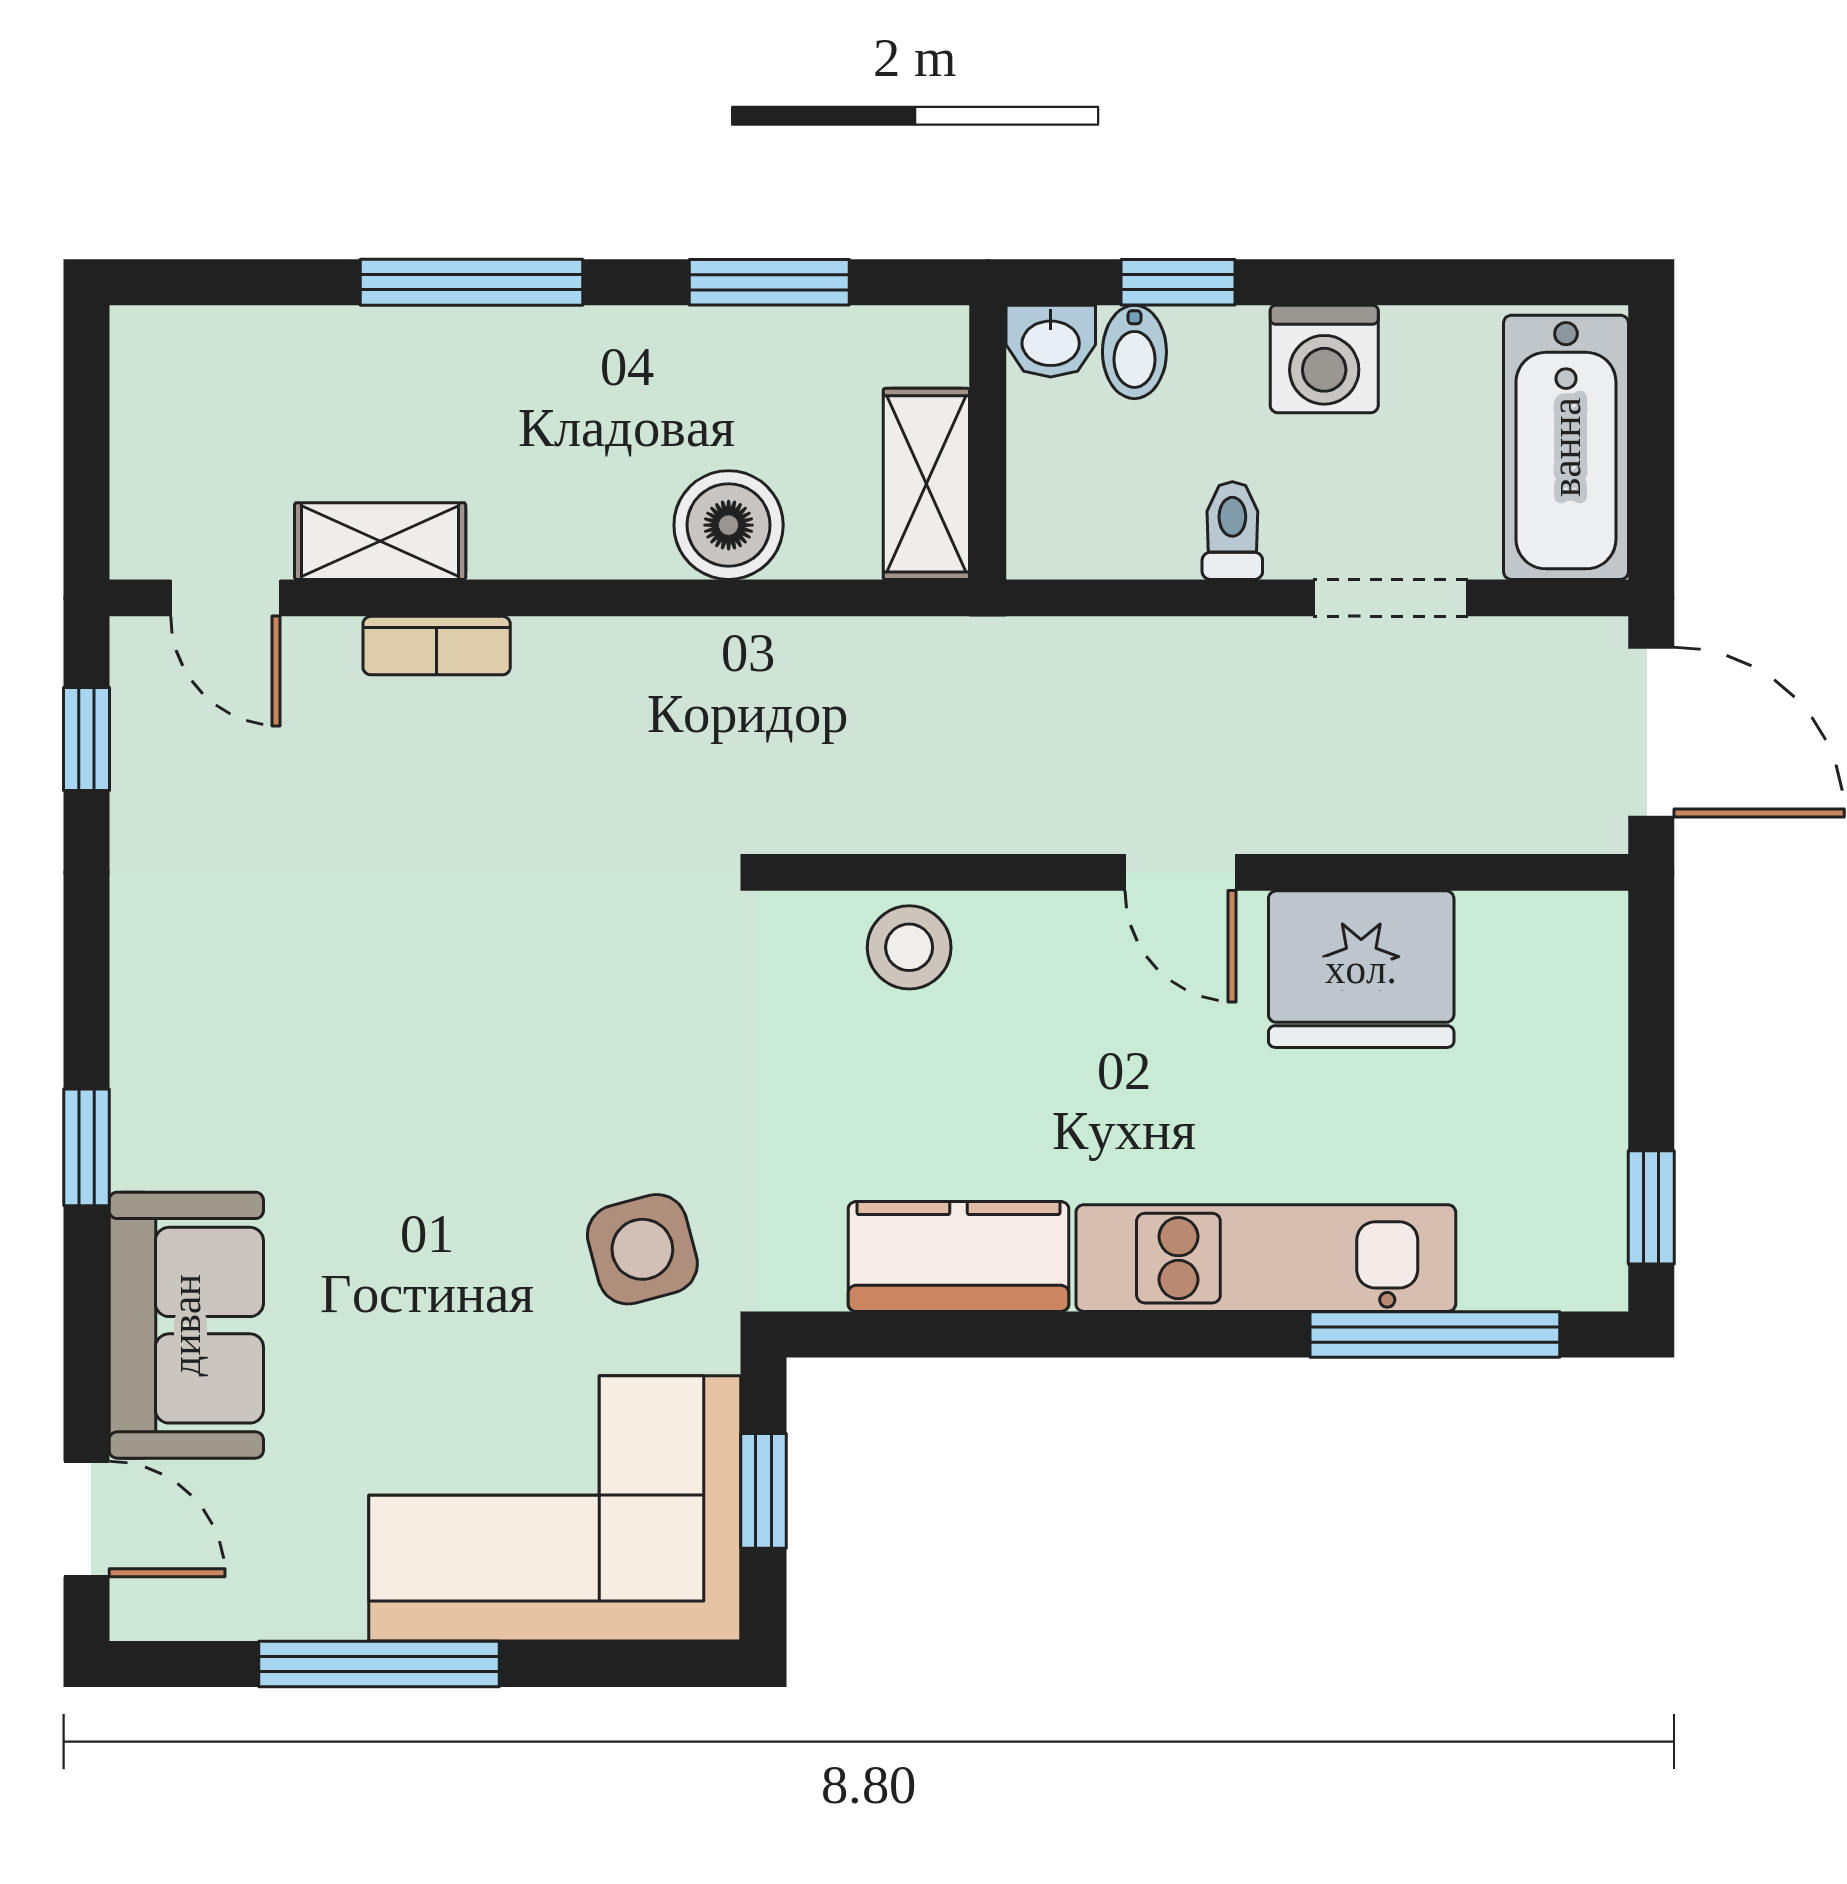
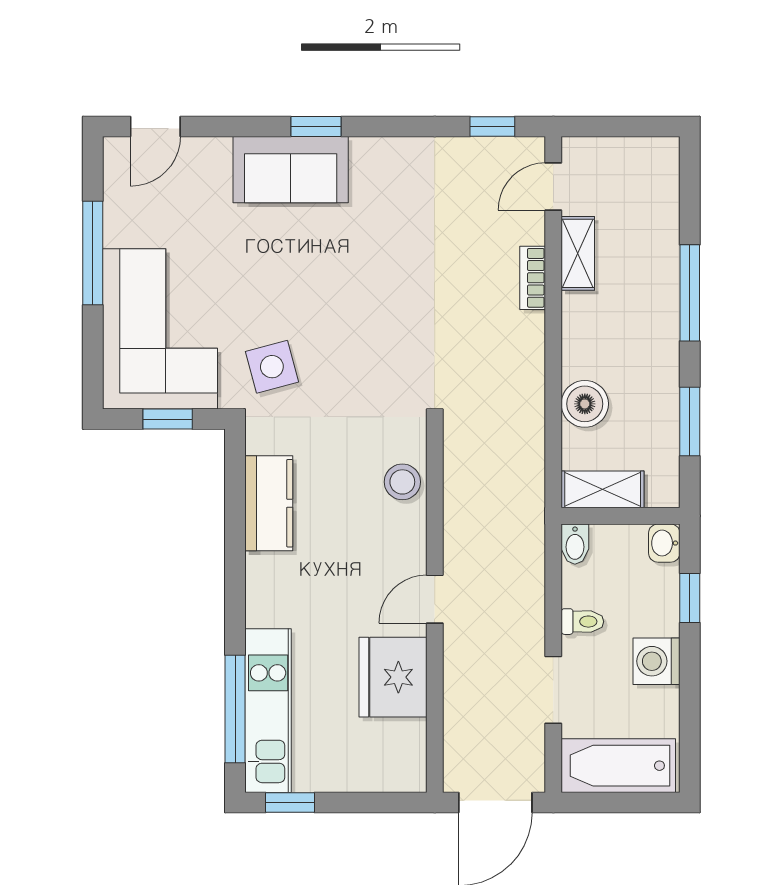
bidet: (1134, 352) -> (575, 544), moved, turned -90
kitchen unit: (1266, 1258) -> (268, 711), moved
sofa: (186, 1325) -> (291, 170), moved

